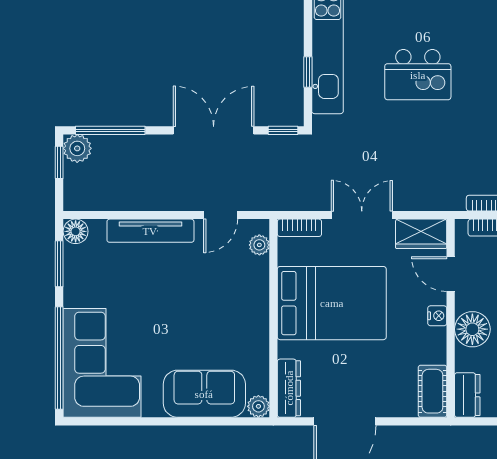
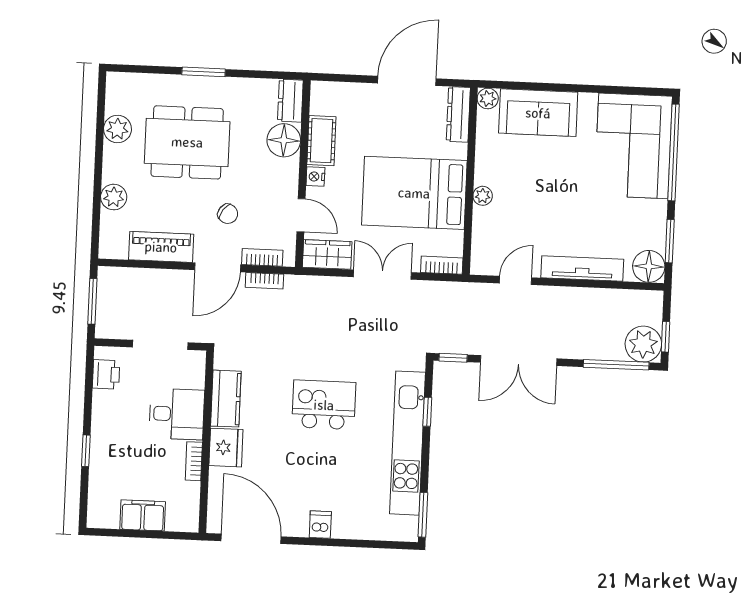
plant: (77, 148) -> (643, 344), width x1.36, depth x1.36
double door: (362, 215) -> (382, 275), swing flipped
floor lamp: (76, 231) -> (649, 266), width x1.38, depth x1.38
plant: (259, 245) -> (483, 196), moved
floor lamp: (472, 329) -> (284, 140), moved
cot: (432, 391) -> (321, 141), moved

